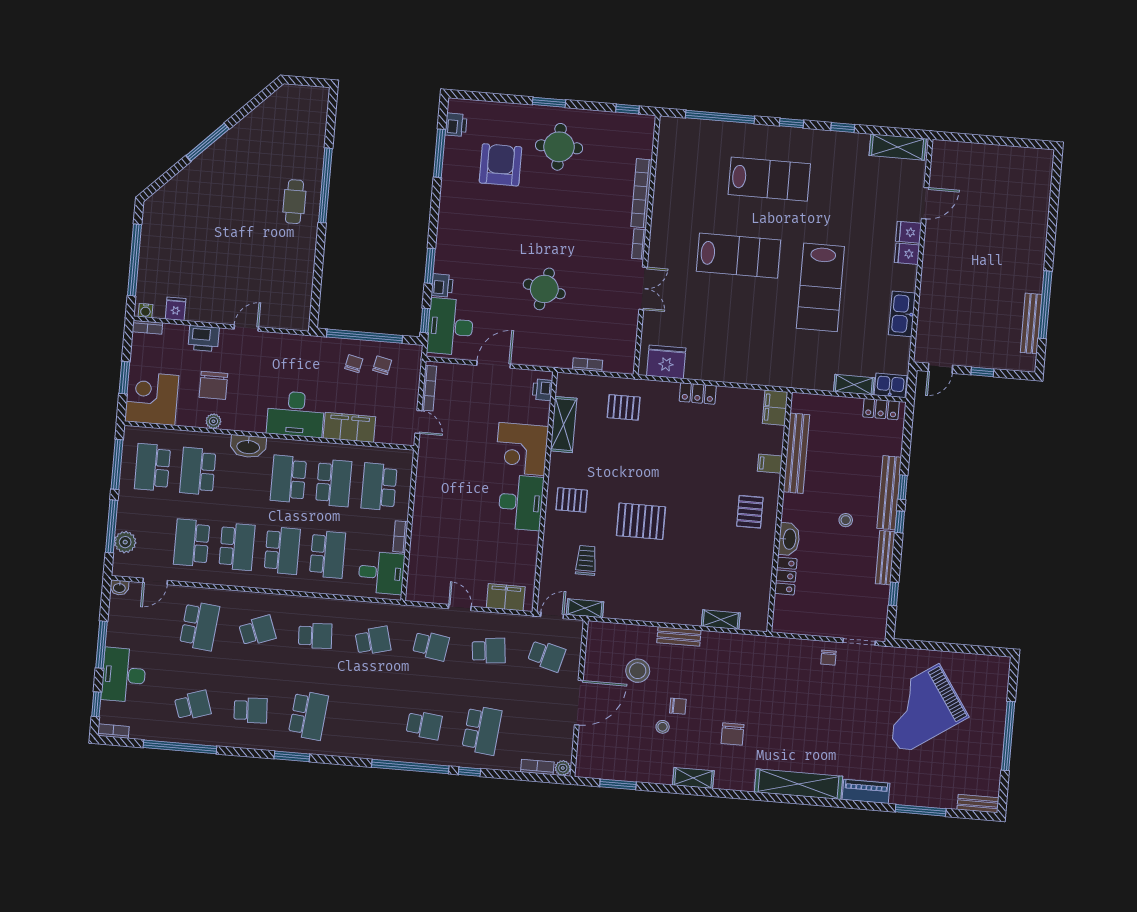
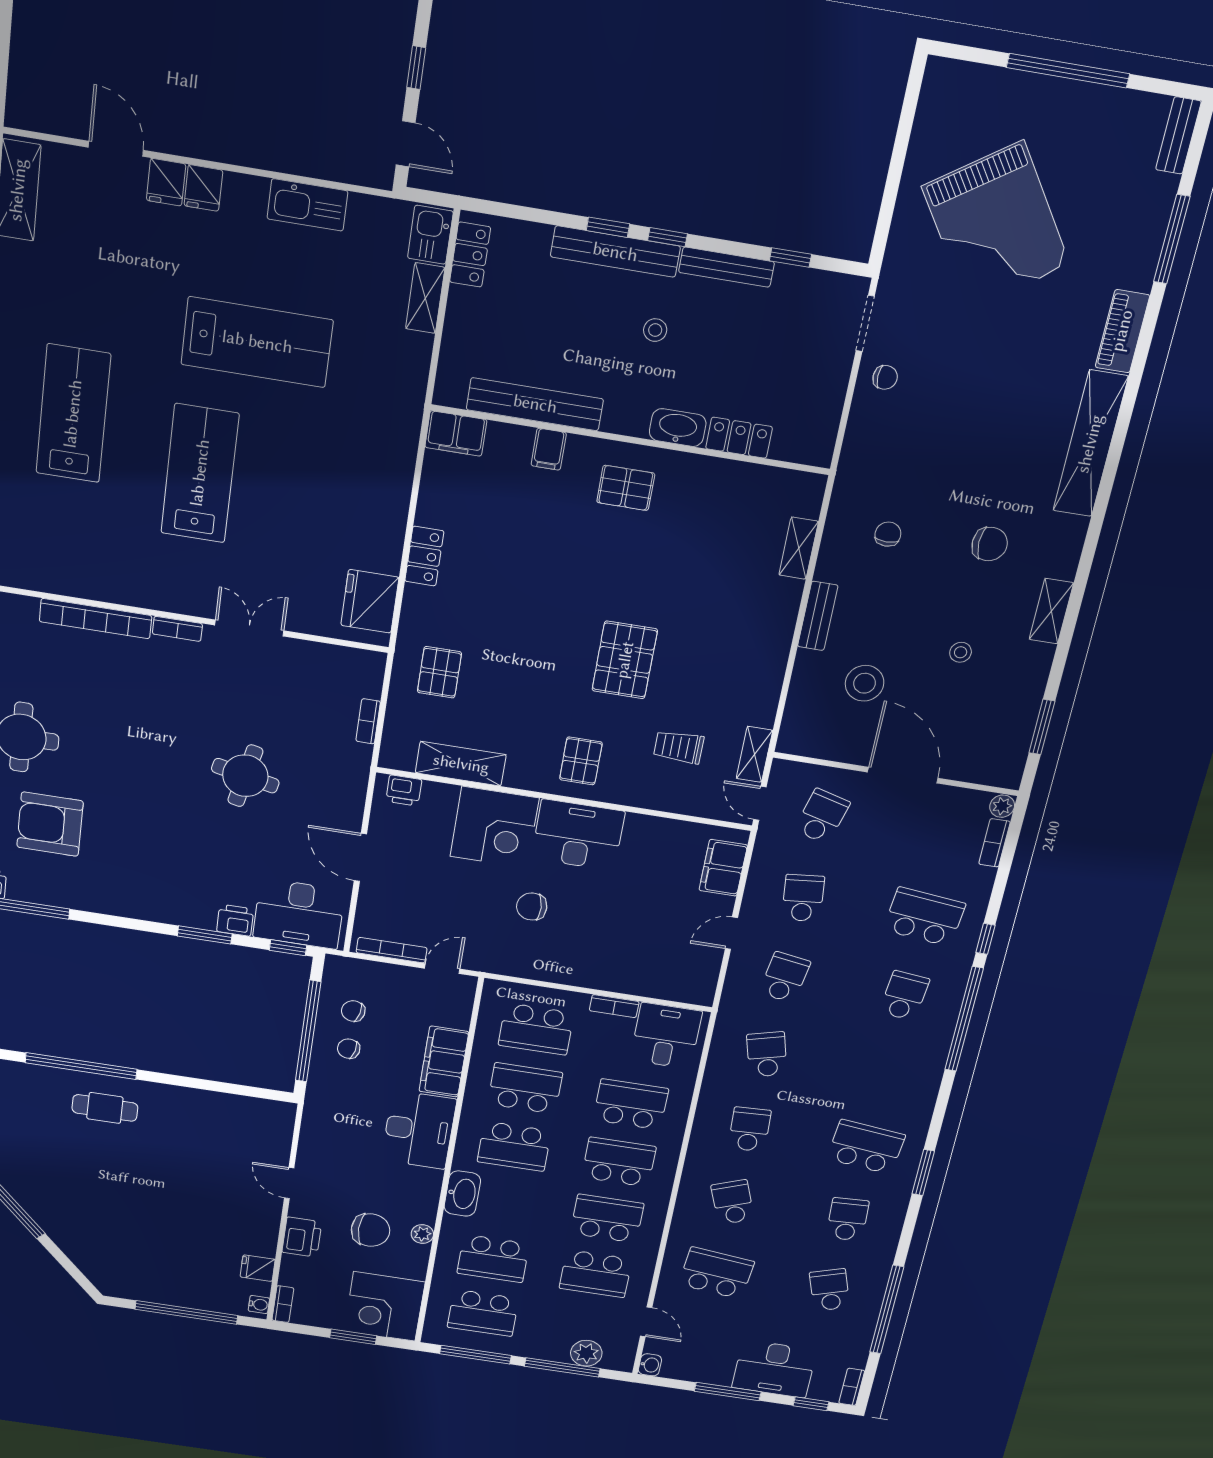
chair: (468, 477) -> (532, 907), added
chair: (678, 706) -> (888, 534), moved

